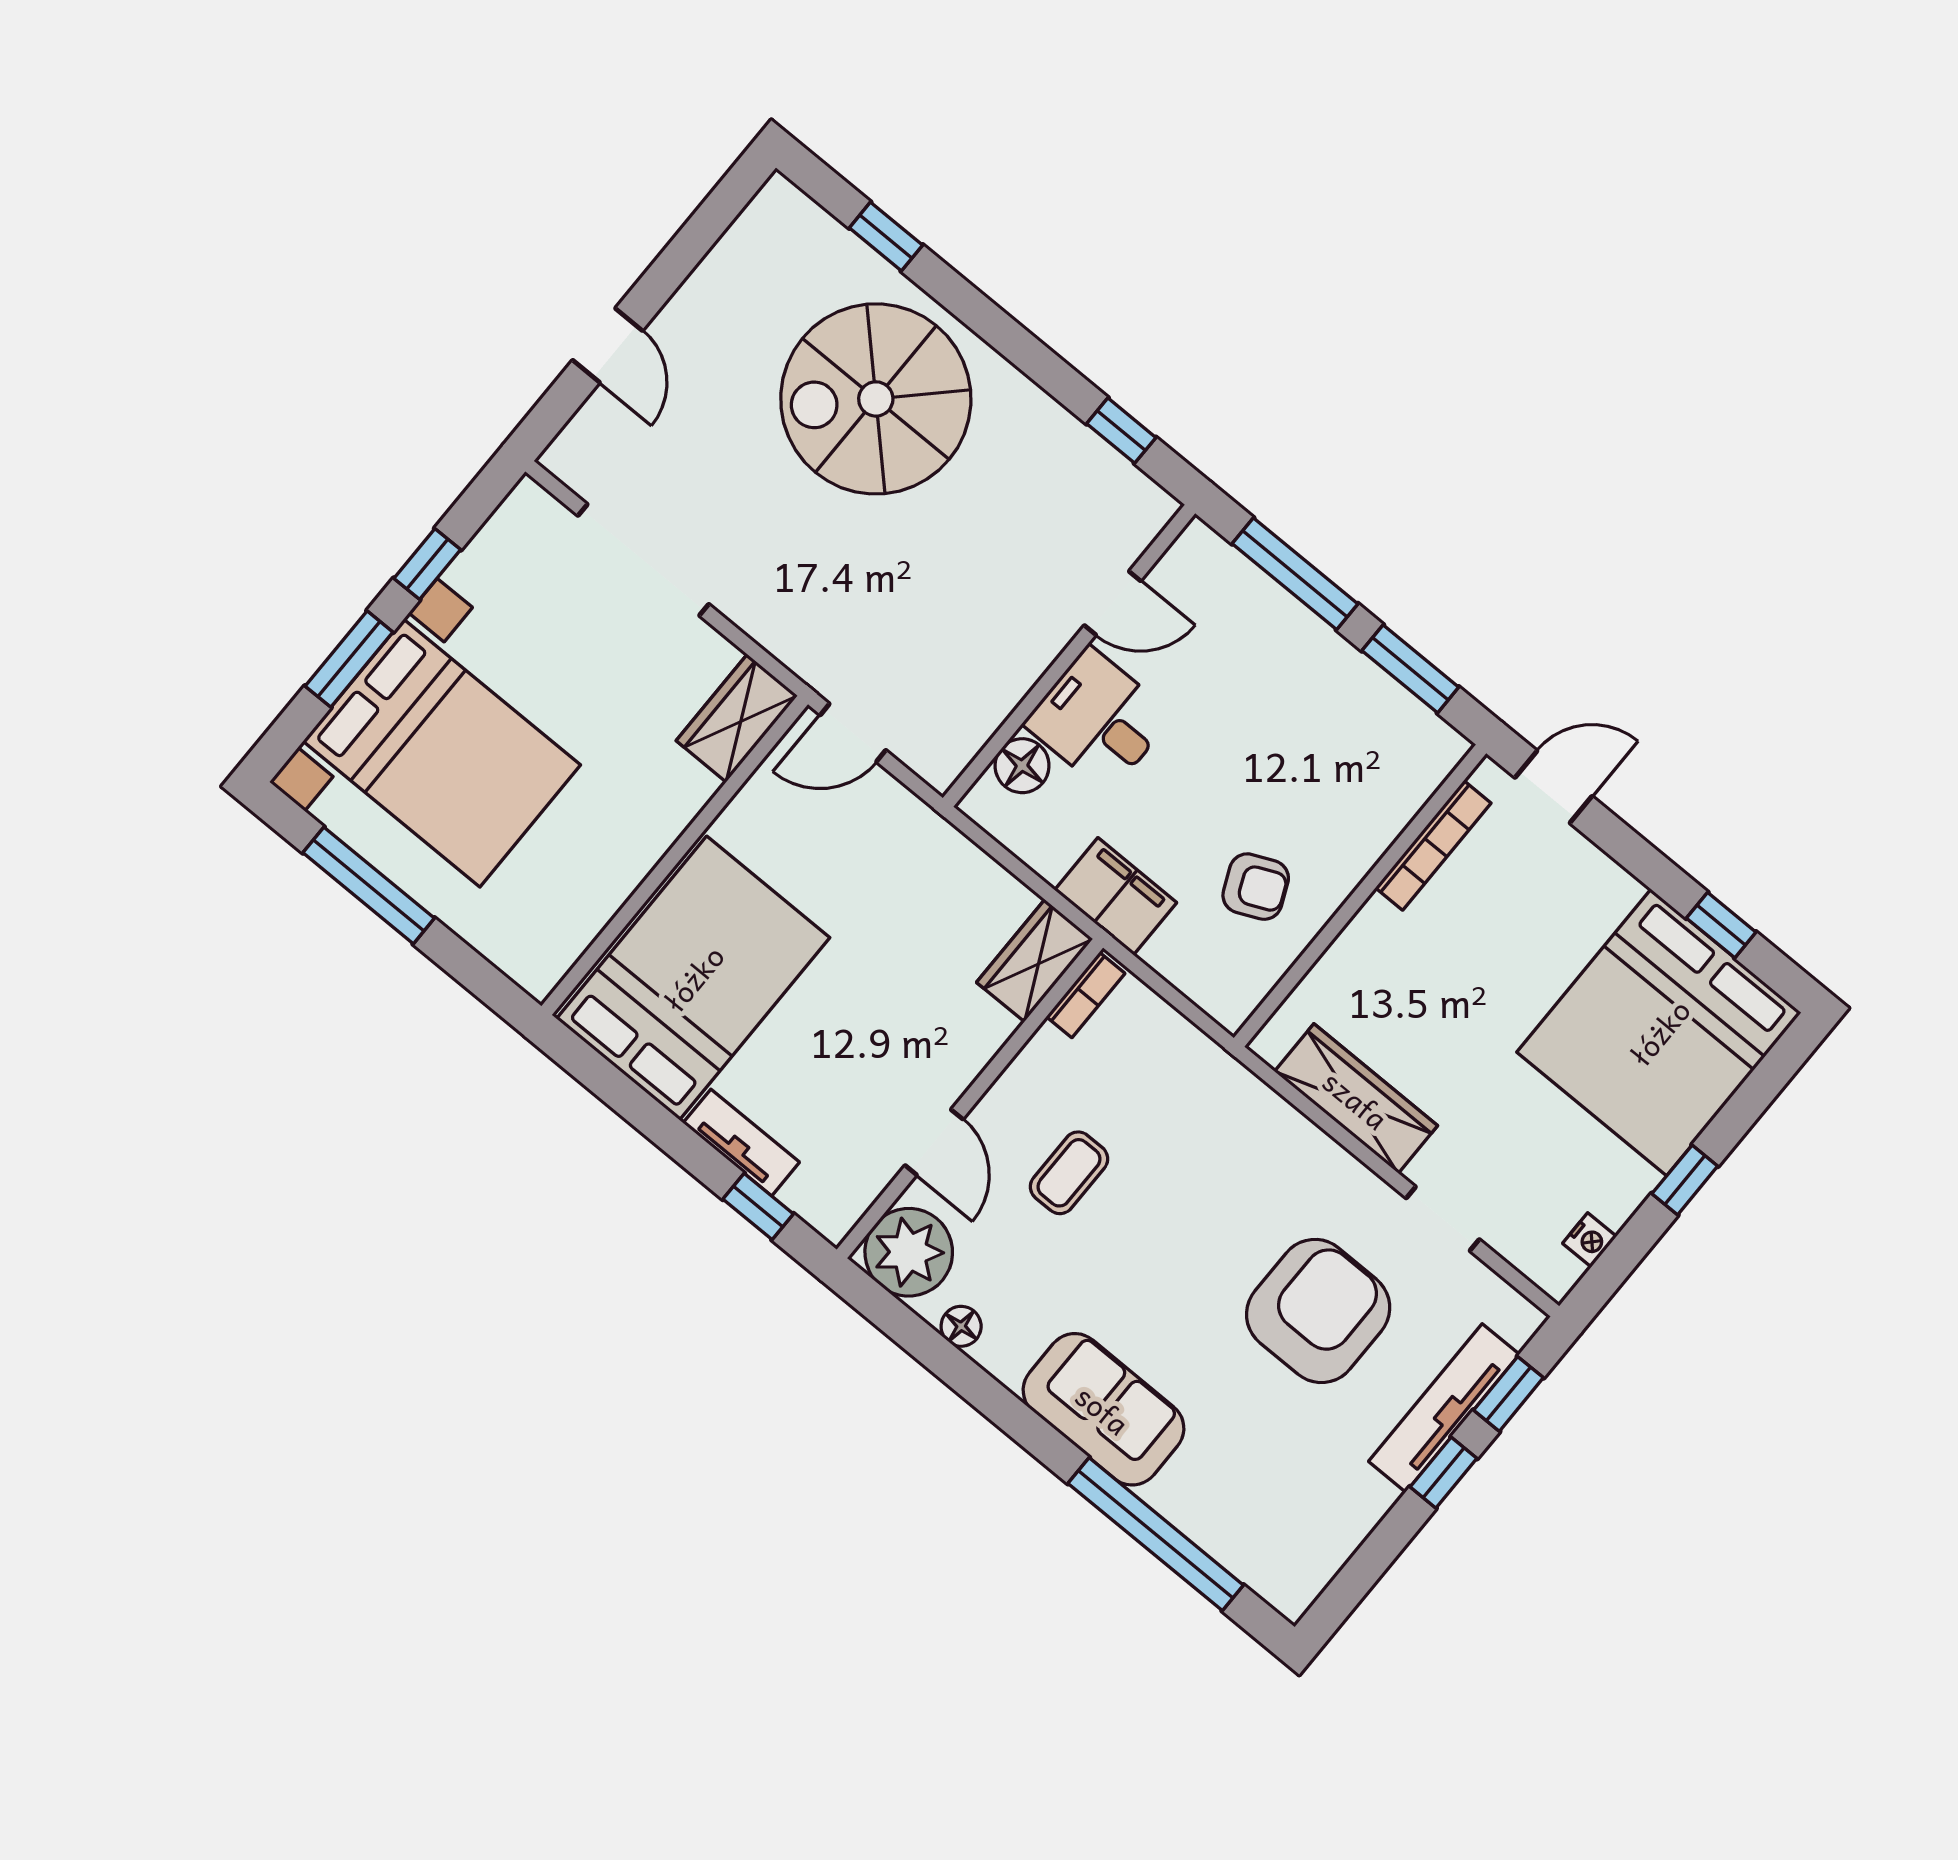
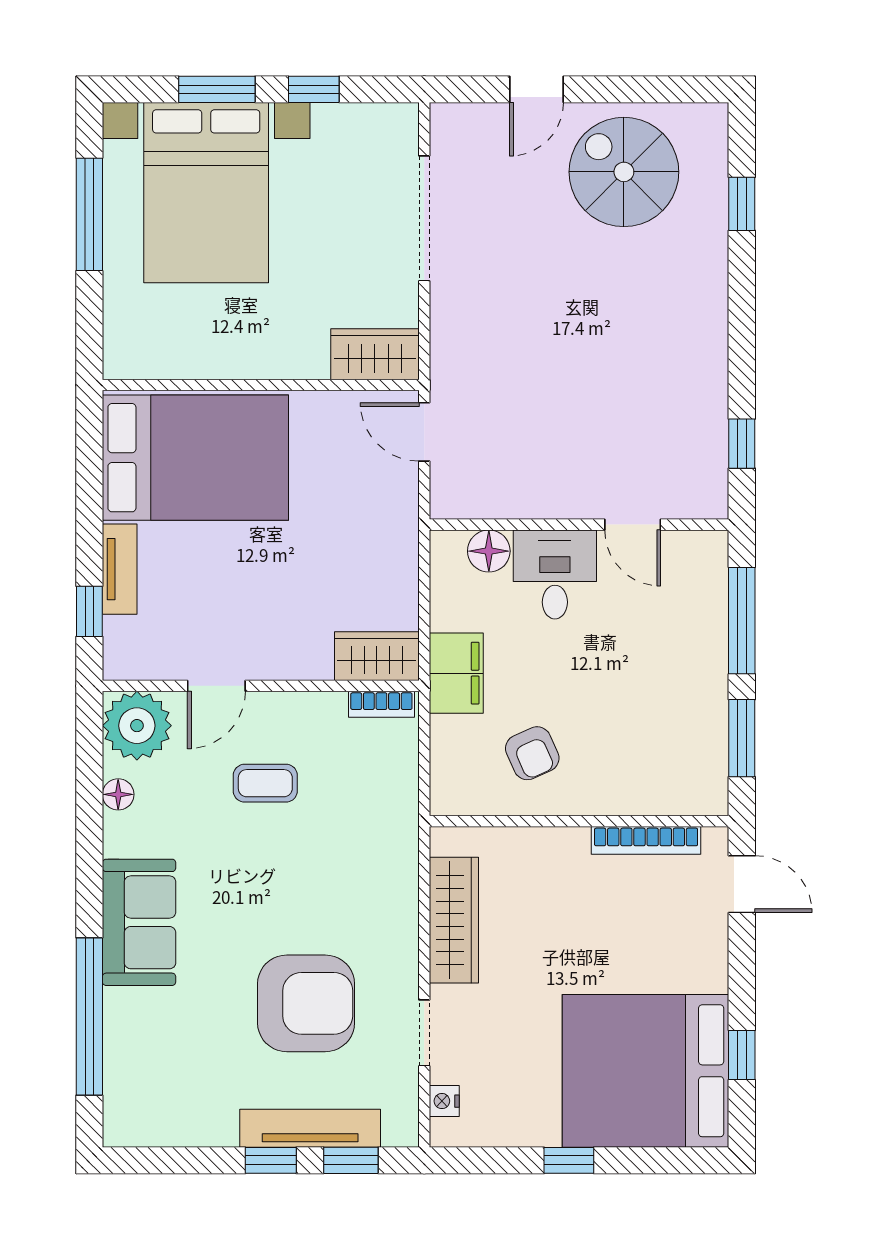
spiral stairs: (876, 399) -> (624, 172), moved, width x0.73, depth x0.73
nightstand: (1590, 1240) -> (444, 1101), moved, turned 90

